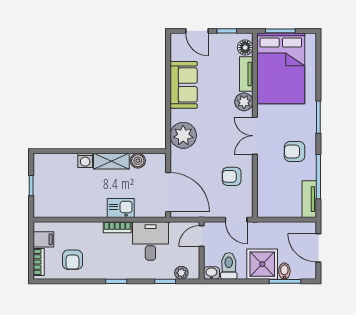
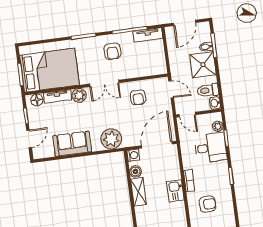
washing machine: (85, 160) -> (133, 155), moved
kitchen sink: (121, 208) -> (175, 191), moved
door: (236, 220) -> (171, 89), hinge flipped
desk: (150, 241) -> (211, 148), moved, turned 180
armchair: (72, 260) -> (208, 204), moved

